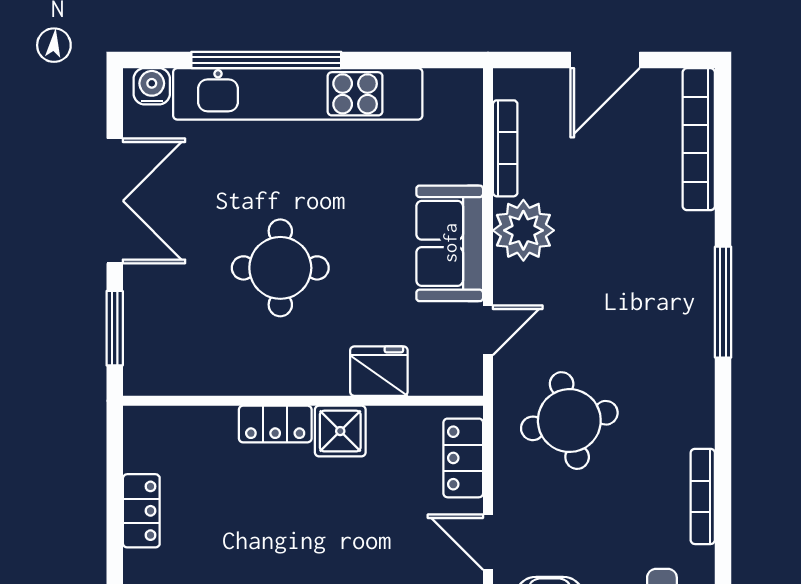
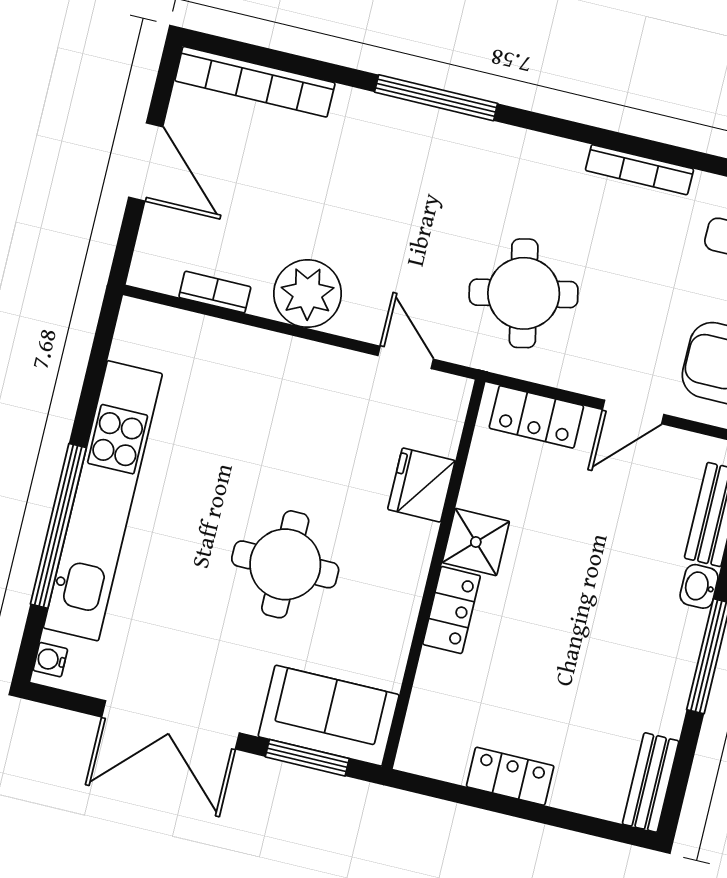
water cooler: (152, 86) -> (50, 660), width x0.72, depth x0.72
bookcase: (505, 148) -> (215, 292), width x0.64
double door: (115, 201) -> (171, 725), swing flipped
sofa: (450, 243) -> (329, 716), moved, turned 180

